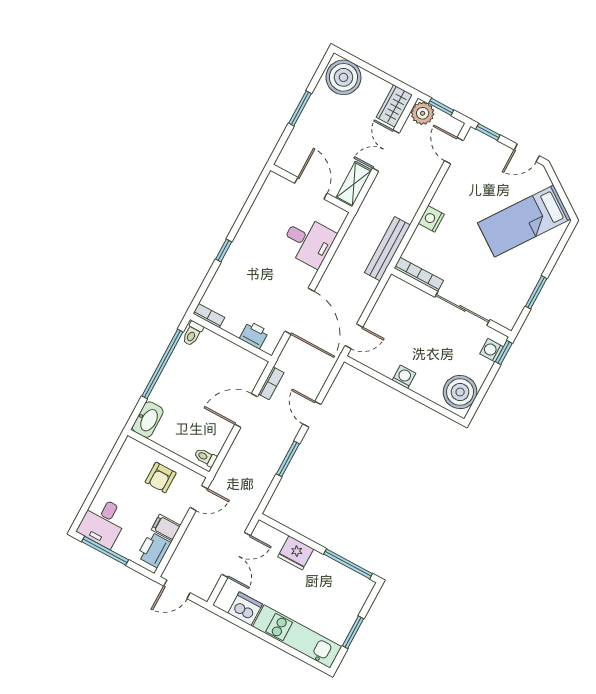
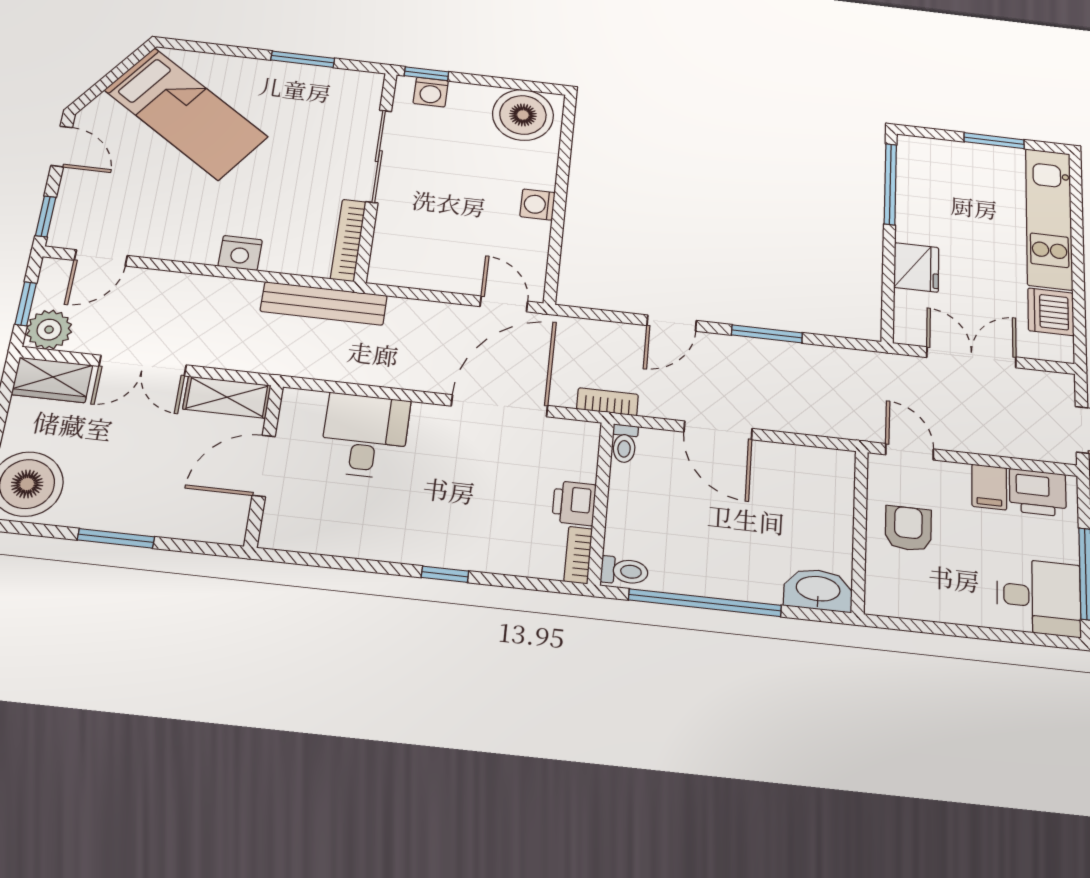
printer: (254, 335) -> (574, 503), moved
bookcase: (271, 383) -> (607, 402), moved
toilet: (205, 457) -> (624, 444), moved
armchair: (161, 477) -> (908, 529), turned -90

